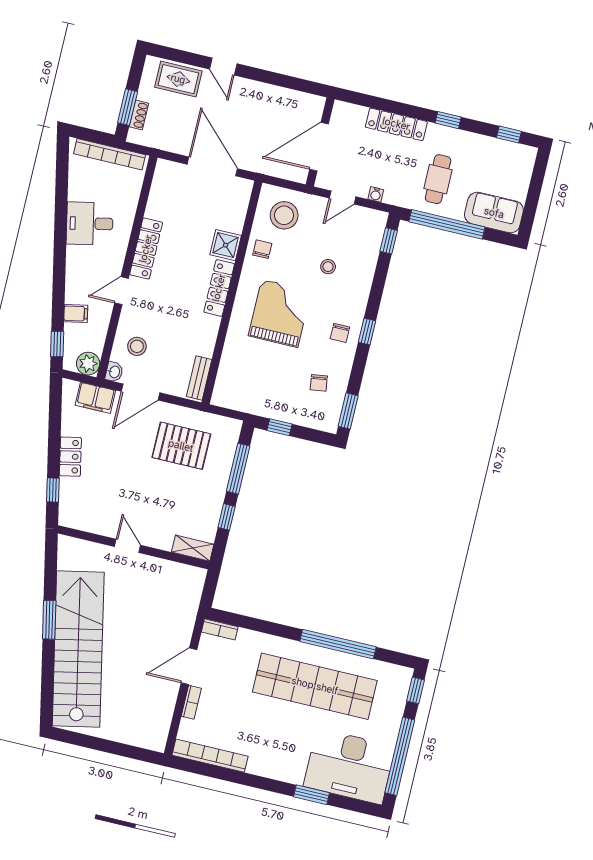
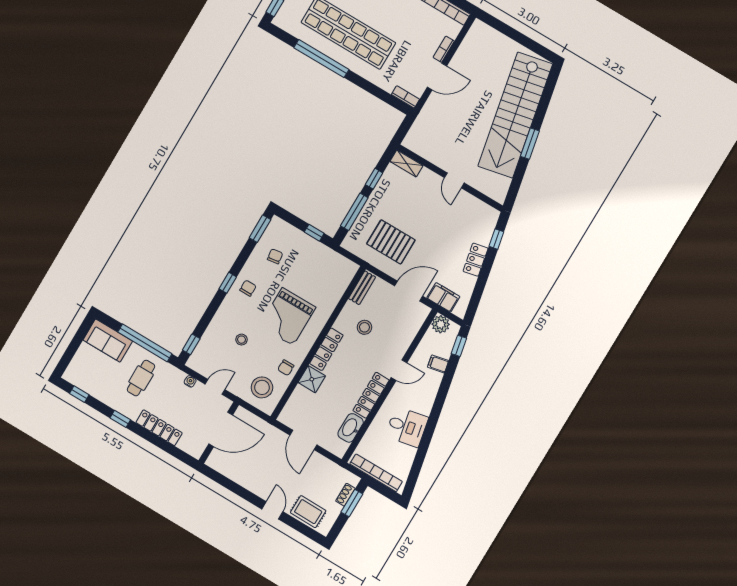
door: (212, 166) -> (303, 440), width x0.73
stool: (137, 346) -> (364, 327), moved
washbasin: (114, 372) -> (351, 428), moved, width x1.91, depth x1.45

